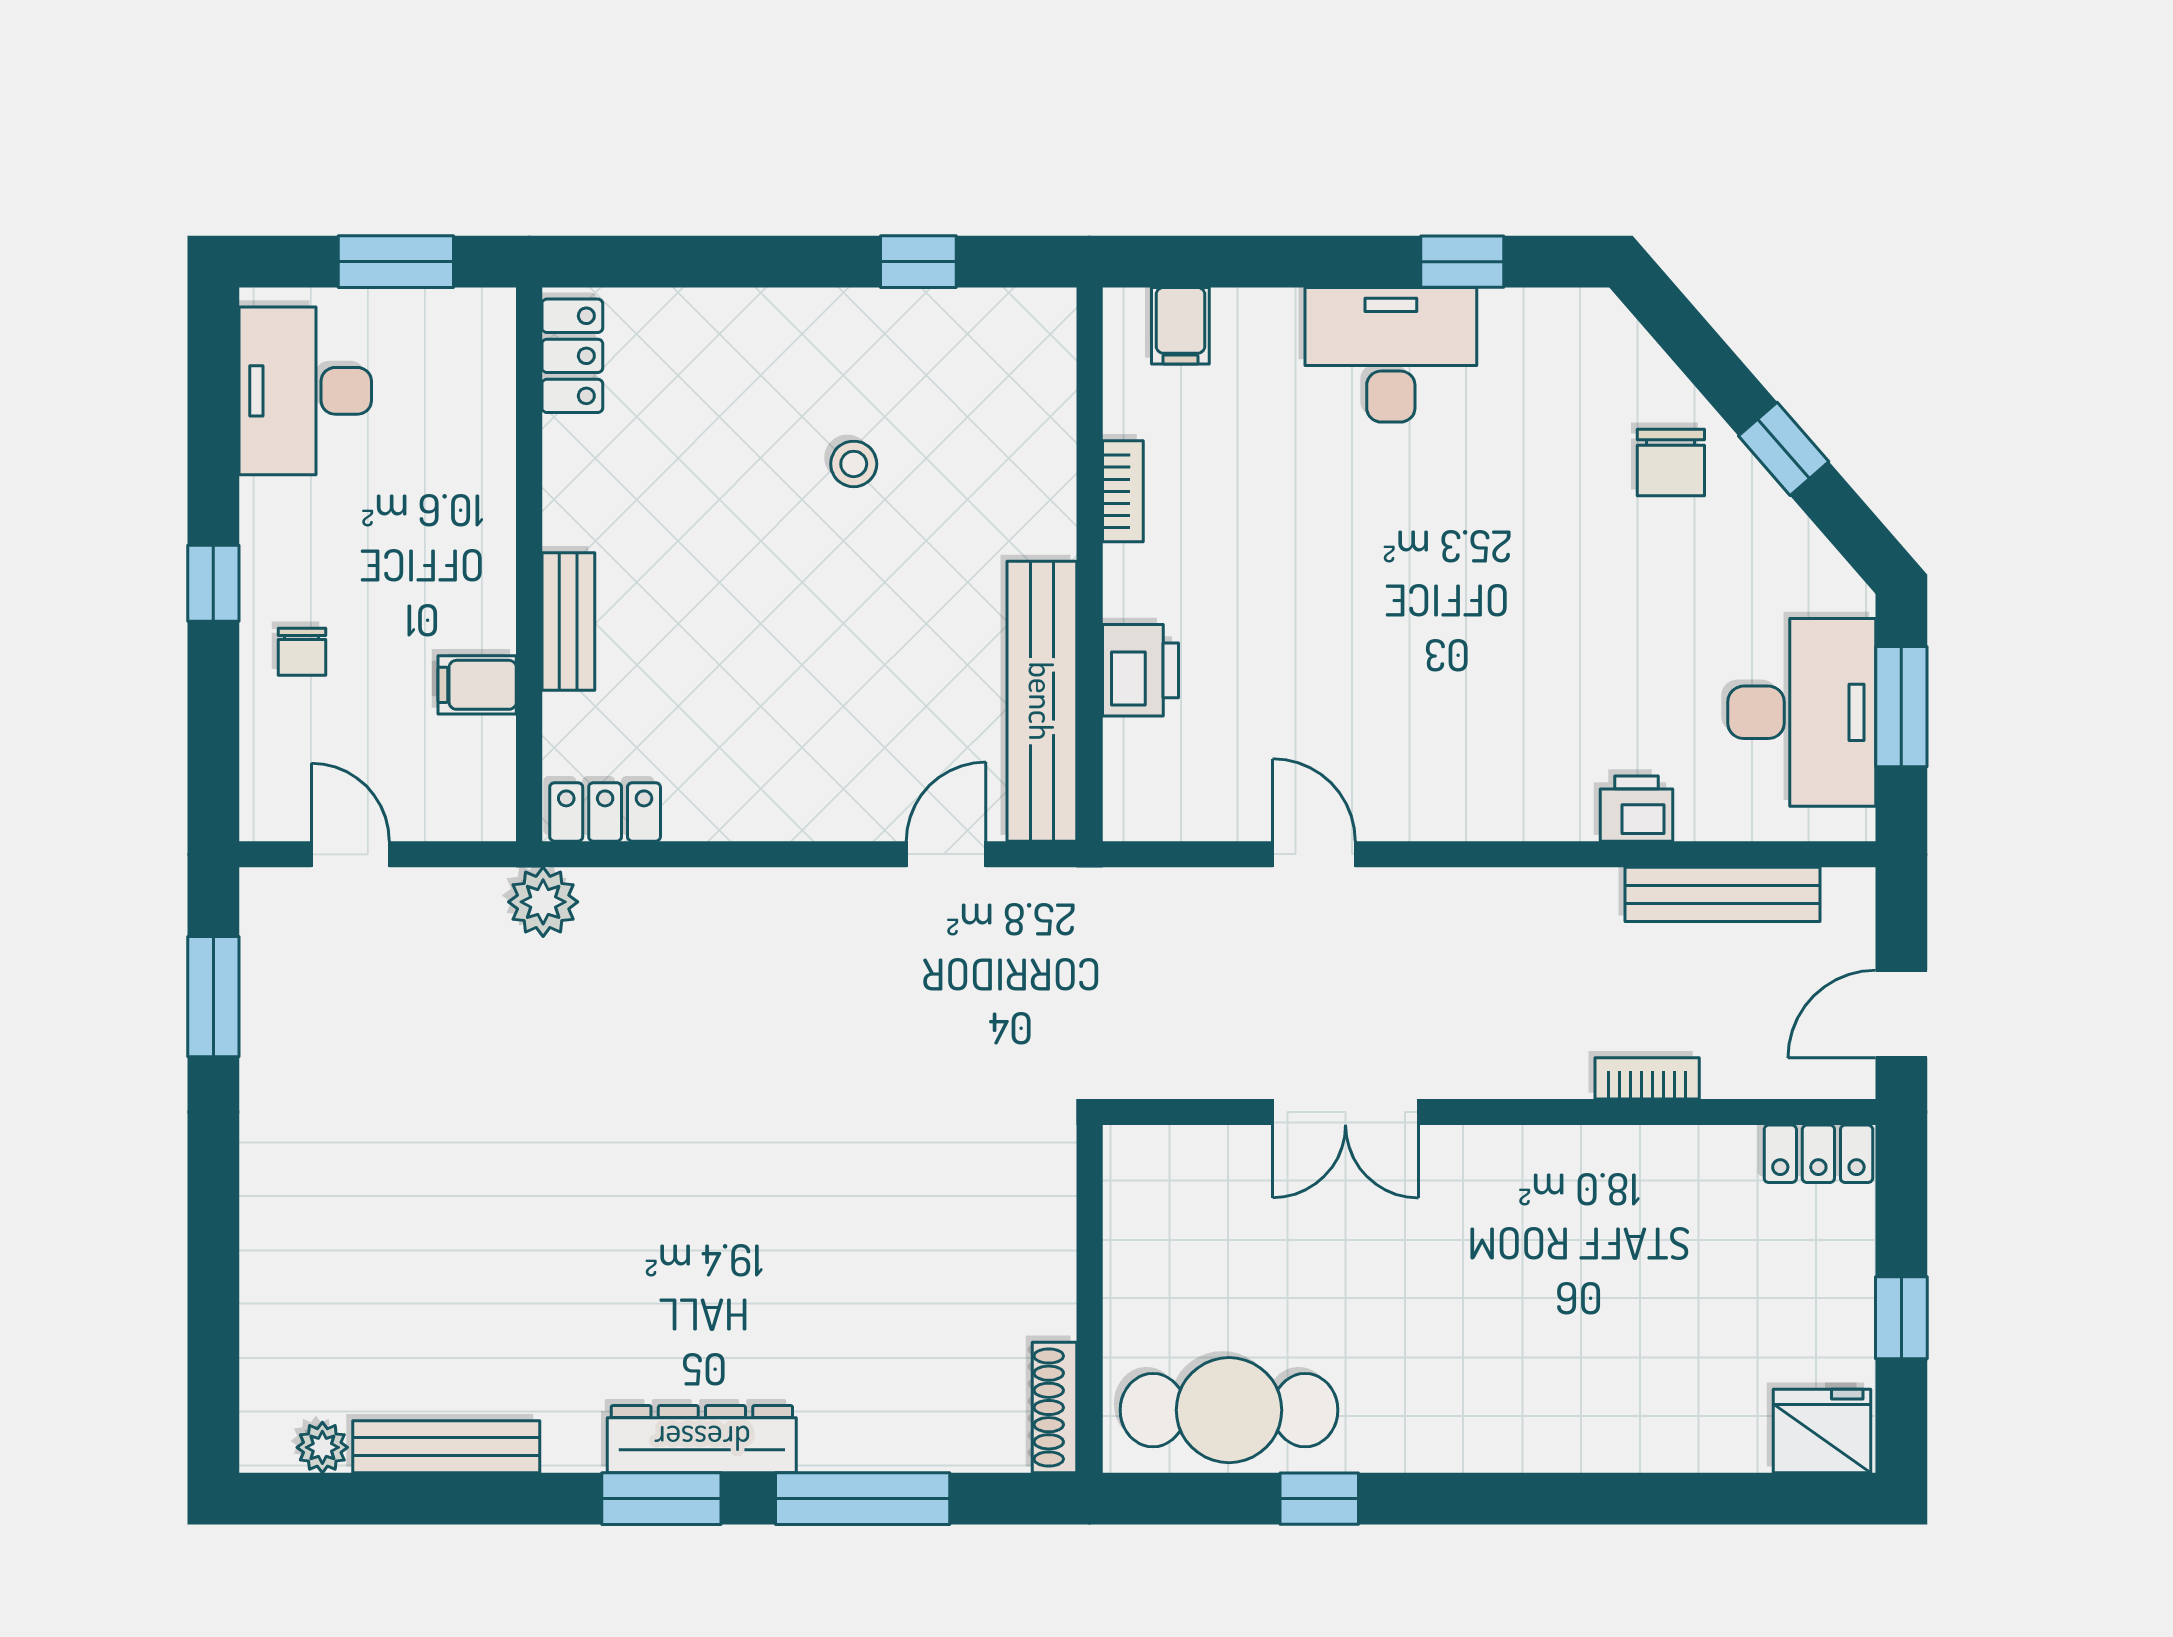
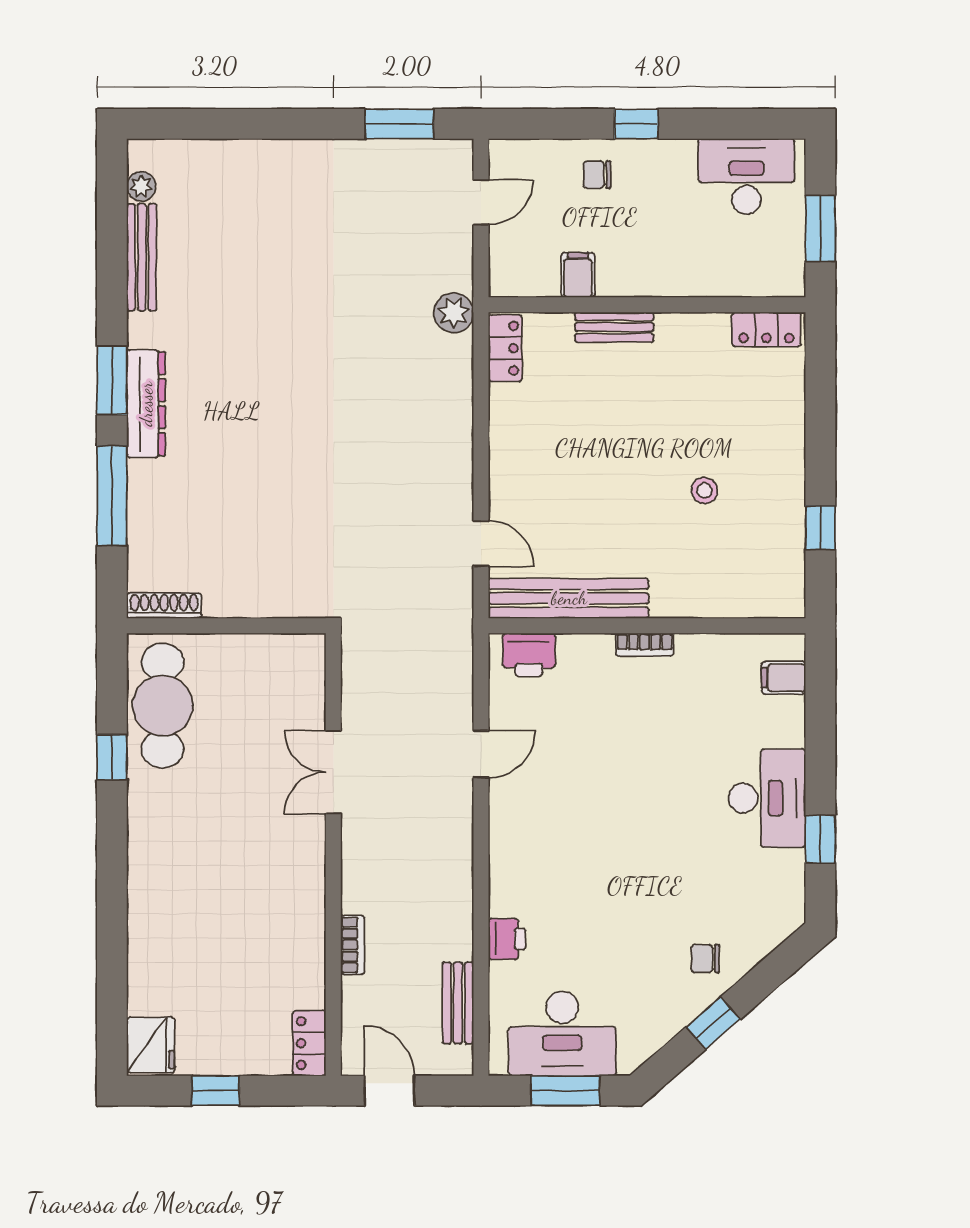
chair: (1671, 463) -> (705, 959), width x0.73, depth x0.73
bookcase: (1123, 491) -> (645, 645), moved
printer: (1140, 670) -> (529, 655), moved
bench: (1723, 894) -> (458, 1003), width x0.73

